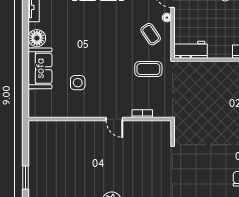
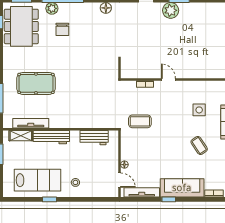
coffee table: (151, 34) -> (199, 145), moved
workbench: (191, 50) -> (94, 138), moved

